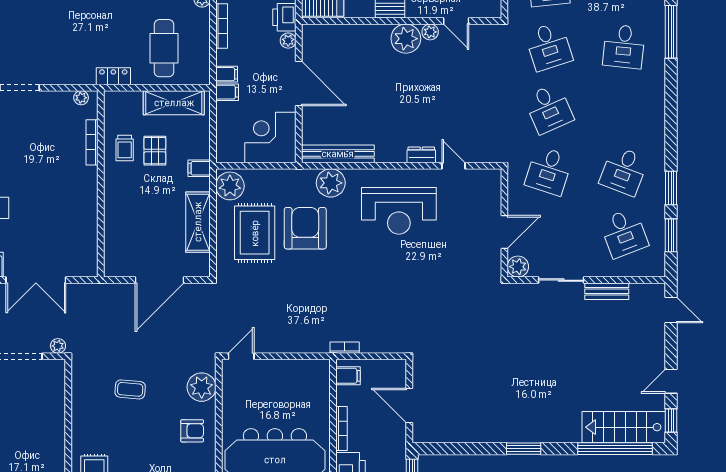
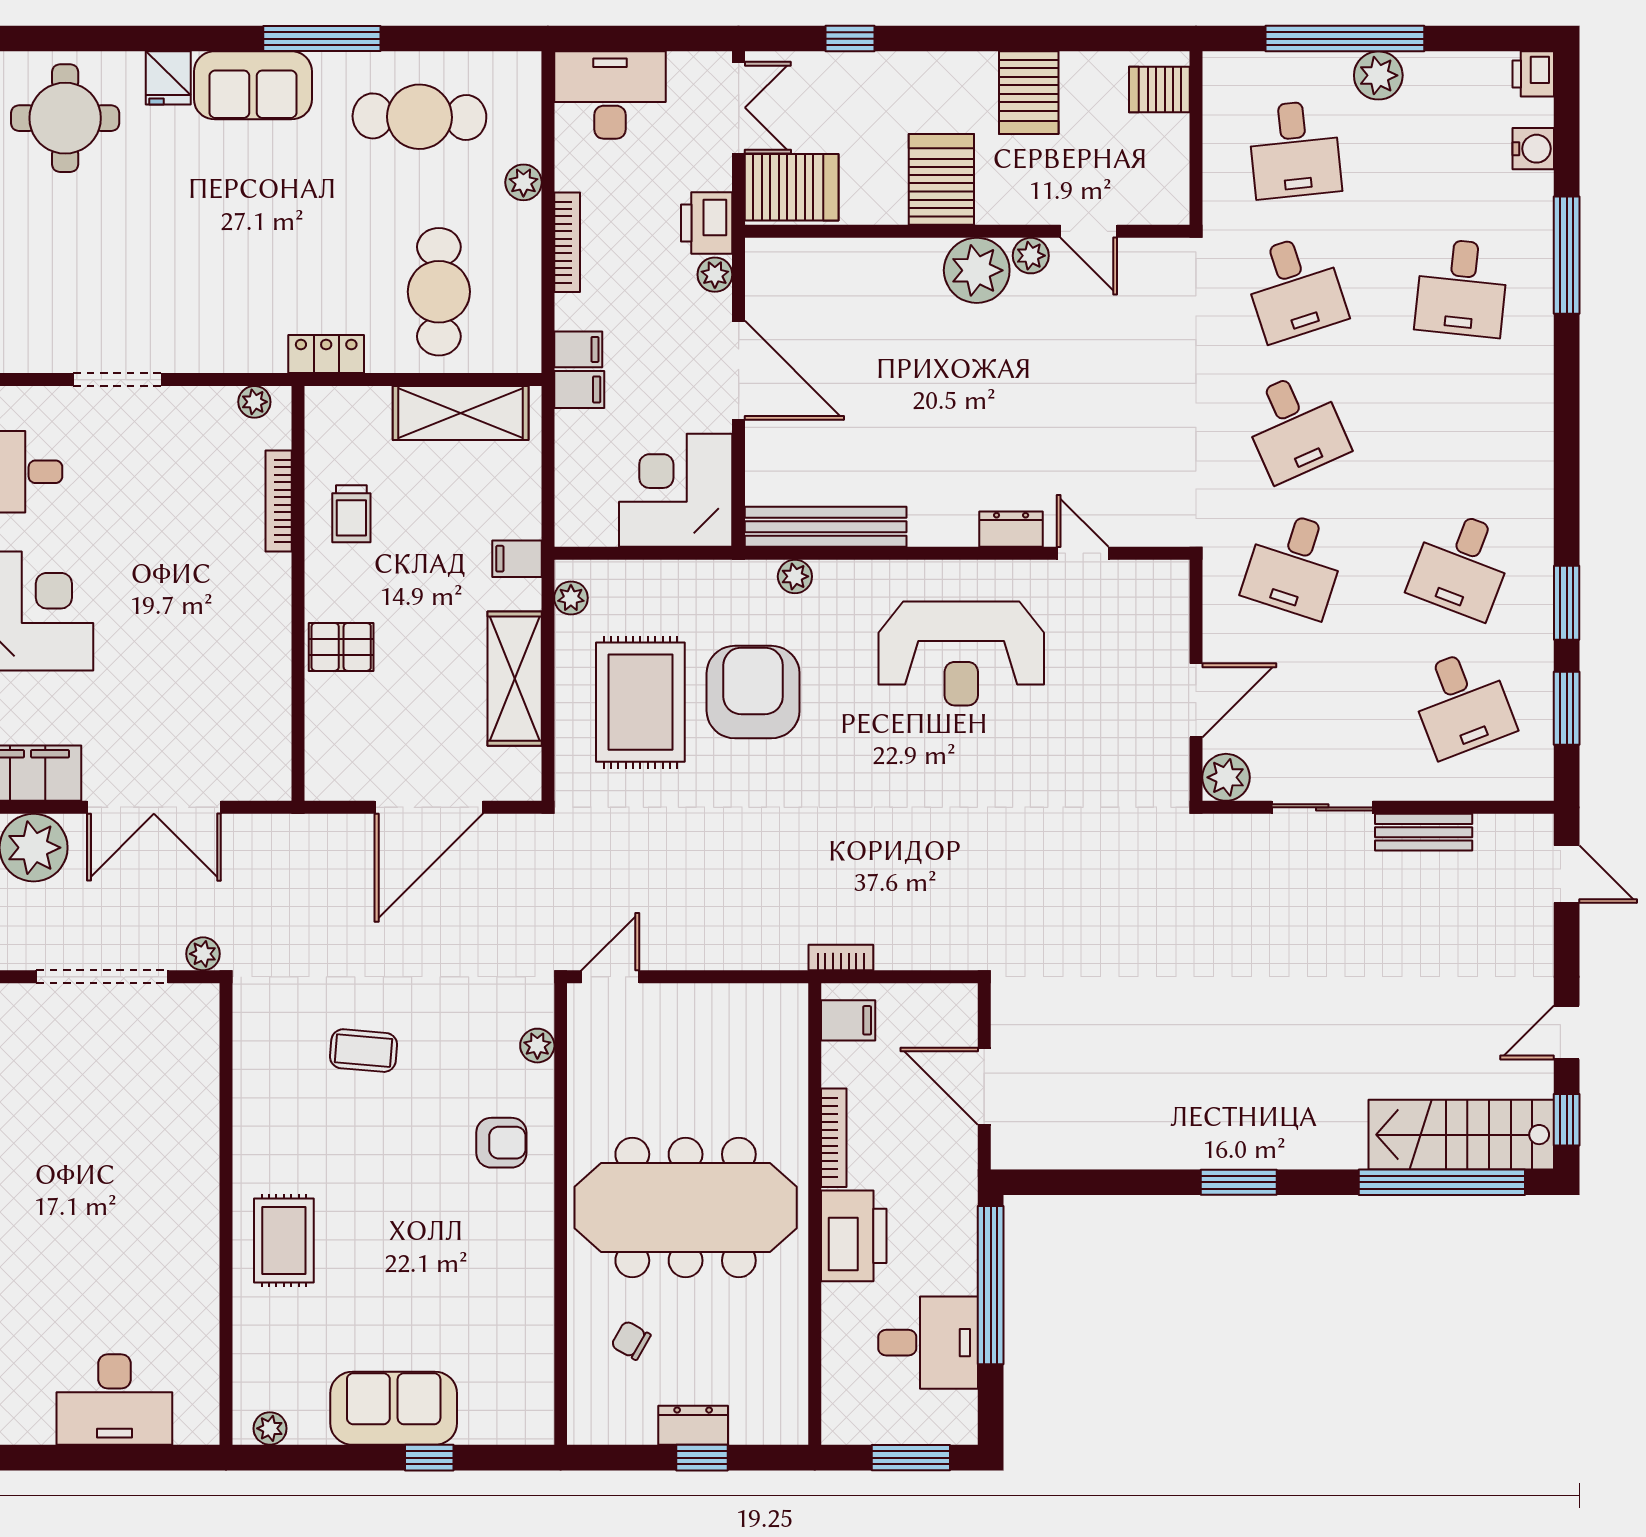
pallet: (155, 151) -> (341, 647), moved, turned 90
plant: (331, 183) -> (795, 576), width x0.53, depth x0.53
plant: (230, 186) -> (571, 598), width x0.53, depth x0.53
plant: (202, 387) -> (537, 1046), width x0.53, depth x0.53

